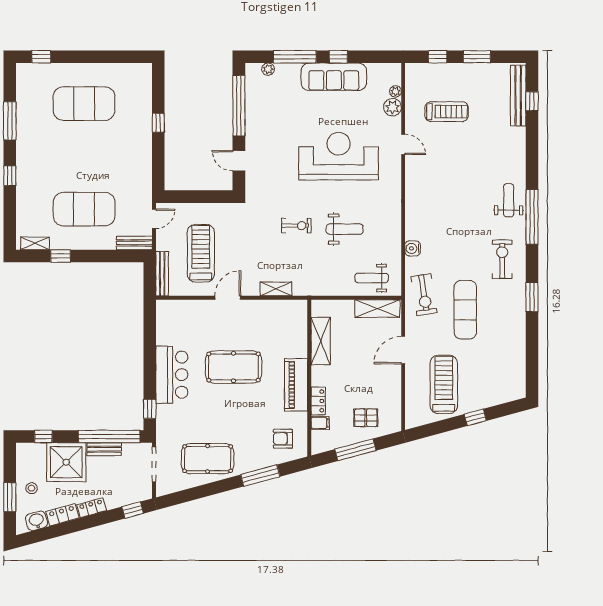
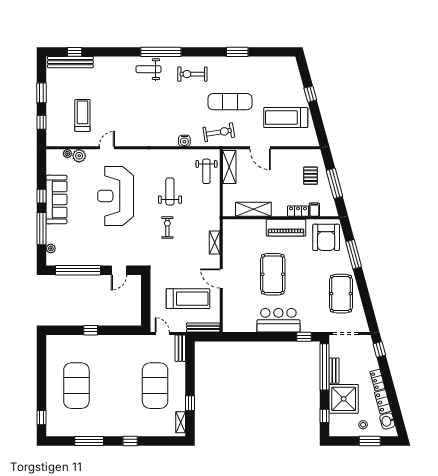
treadmill: (201, 253) -> (188, 299), turned 180
window: (532, 297) -> (237, 52), moved
armchair: (283, 439) -> (326, 237), width x1.88, depth x1.88

